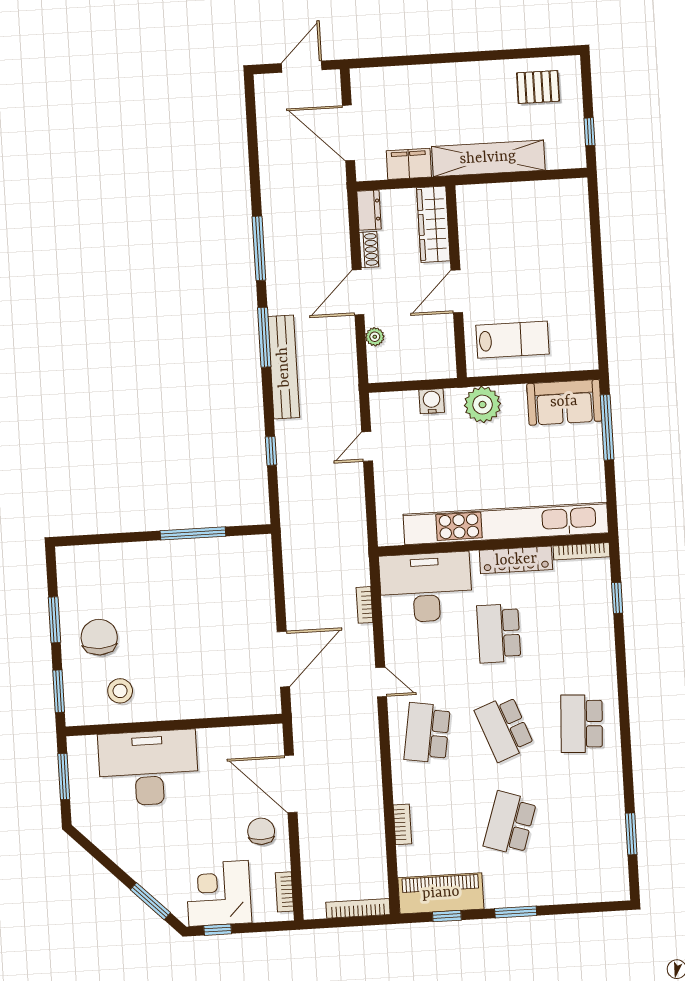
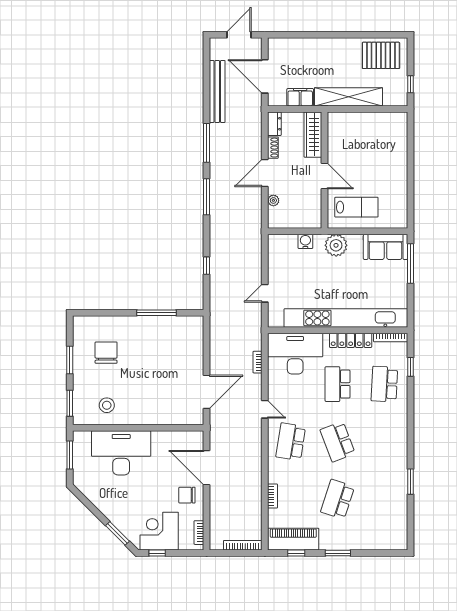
pallet: (538, 87) -> (381, 55), width x1.50, depth x1.42
door: (457, 291) -> (325, 176), swing flipped
bench: (284, 367) -> (217, 91), moved
door: (367, 446) -> (265, 293), moved
chair: (99, 637) -> (106, 353), moved
school desk: (582, 724) -> (384, 384), moved
chair: (261, 831) -> (187, 495), turned -90
window: (631, 834) -> (410, 482), moved

